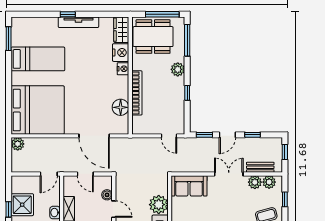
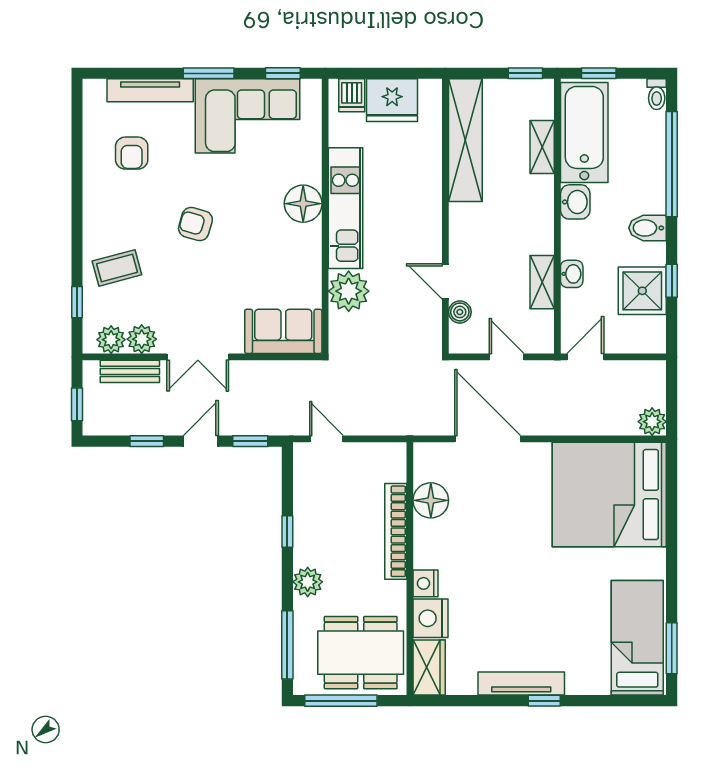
bed: (38, 59) -> (637, 638), moved, turned 90

